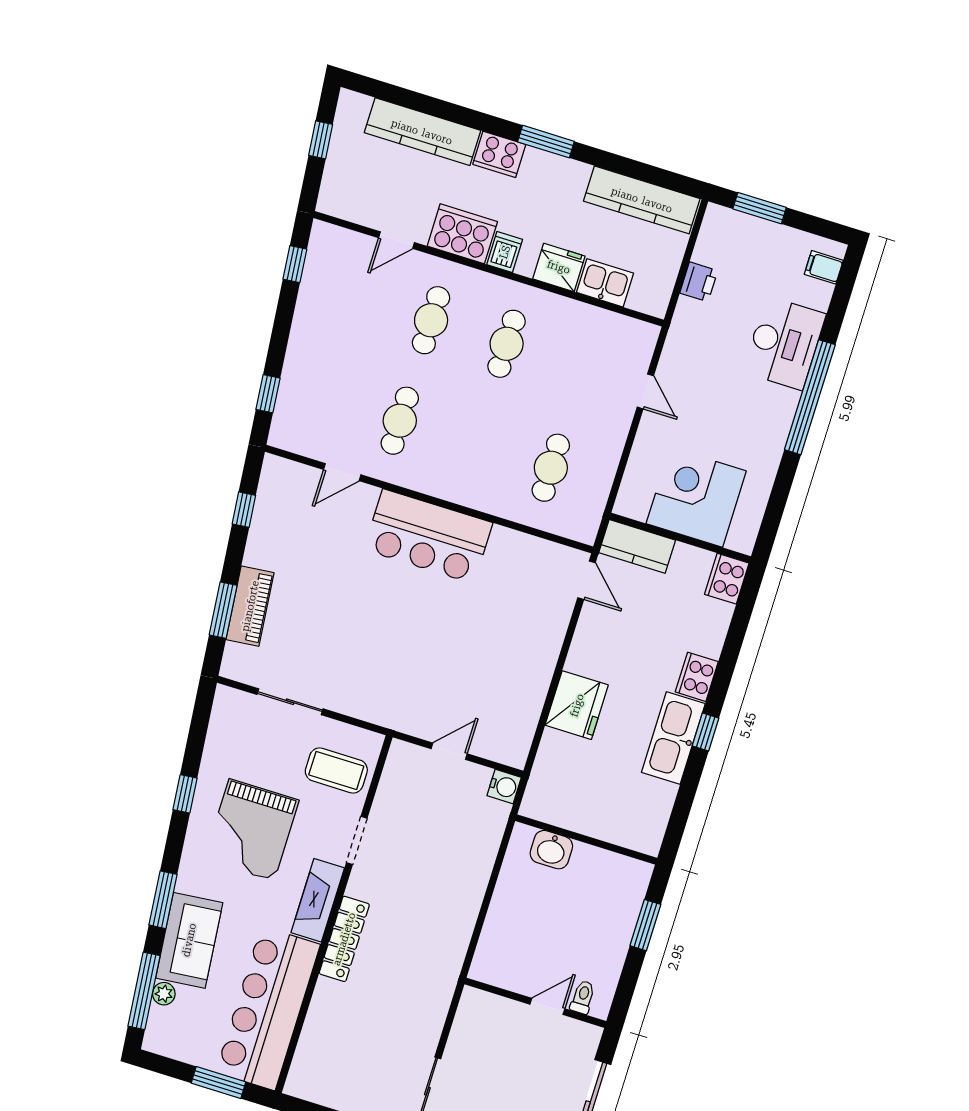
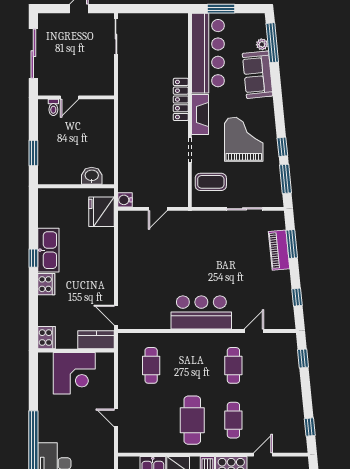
cafe table: (507, 344) -> (192, 420), width x1.37, depth x1.35
fridge: (577, 705) -> (102, 212), moved
window: (163, 900) -> (285, 179), moved

